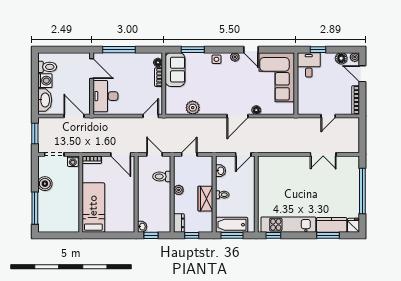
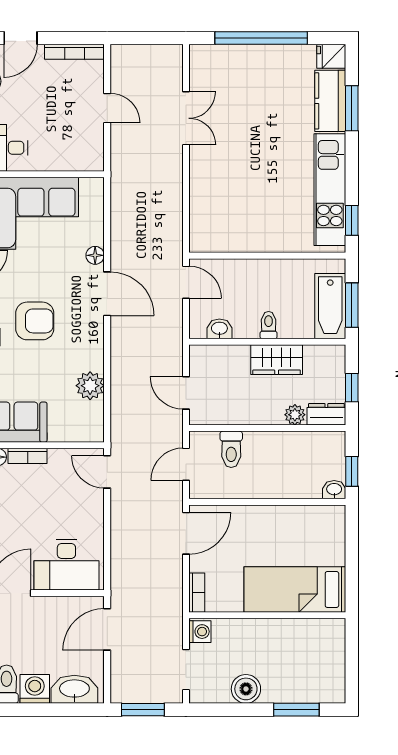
armchair: (224, 81) -> (35, 321), added
plant: (179, 190) -> (295, 415), moved
window: (35, 208) -> (296, 710), width x0.69

